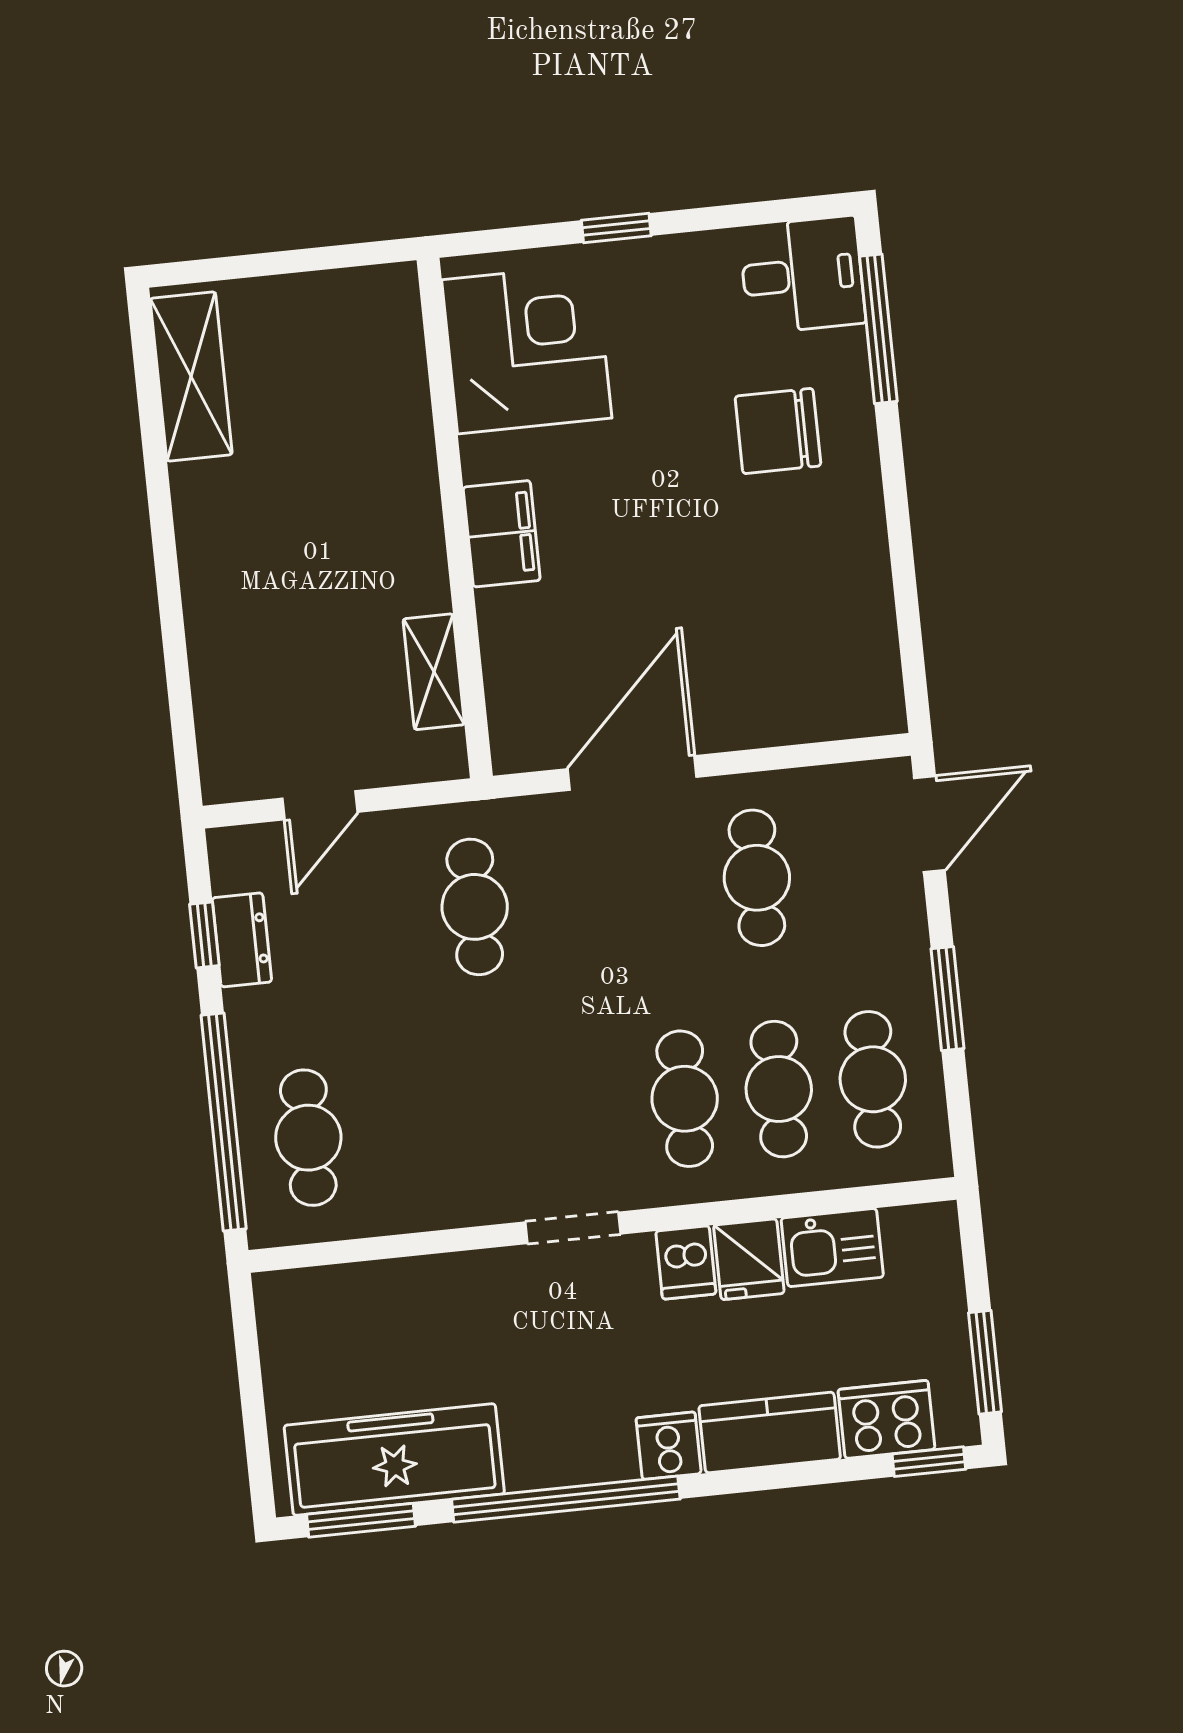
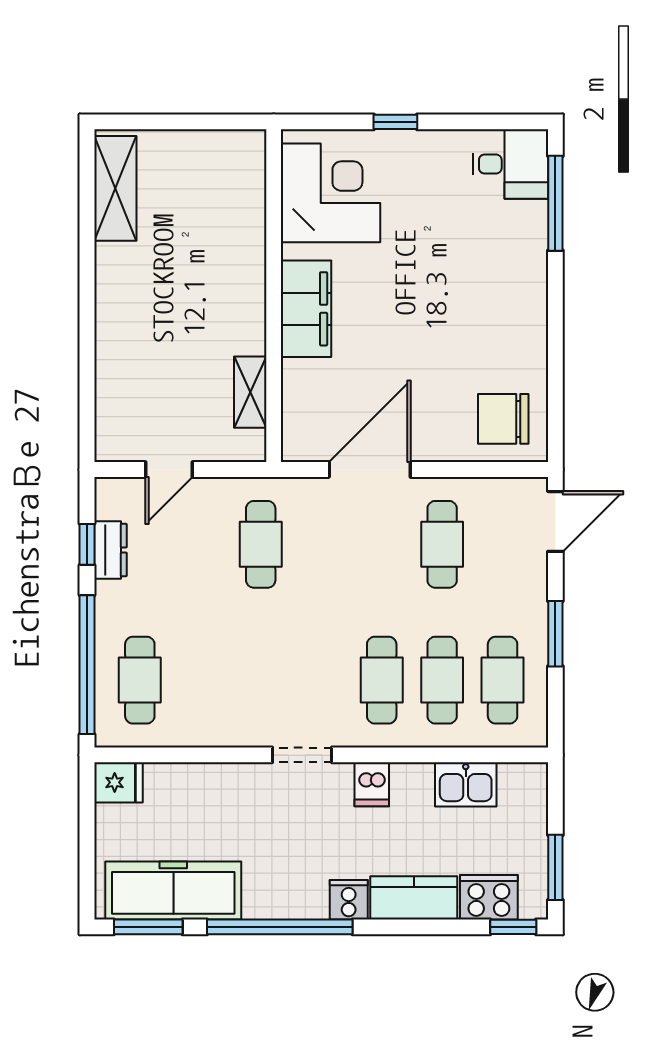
chair: (778, 431) -> (503, 419), moved
filing cabinet: (502, 534) -> (306, 309), width x1.50, depth x1.17
fridge: (749, 1259) -> (118, 782), moved, turned -90

